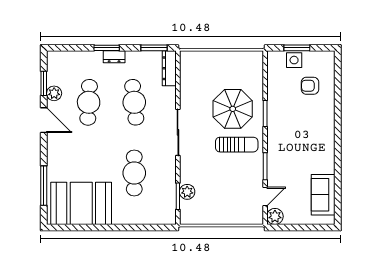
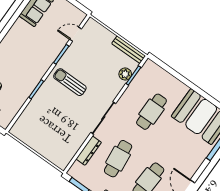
dresser: (169, 68) -> (89, 151), moved
parasol: (233, 109) -> (56, 108), removed
plant: (275, 216) -> (78, 16), removed
bench: (201, 219) -> (129, 50), added

